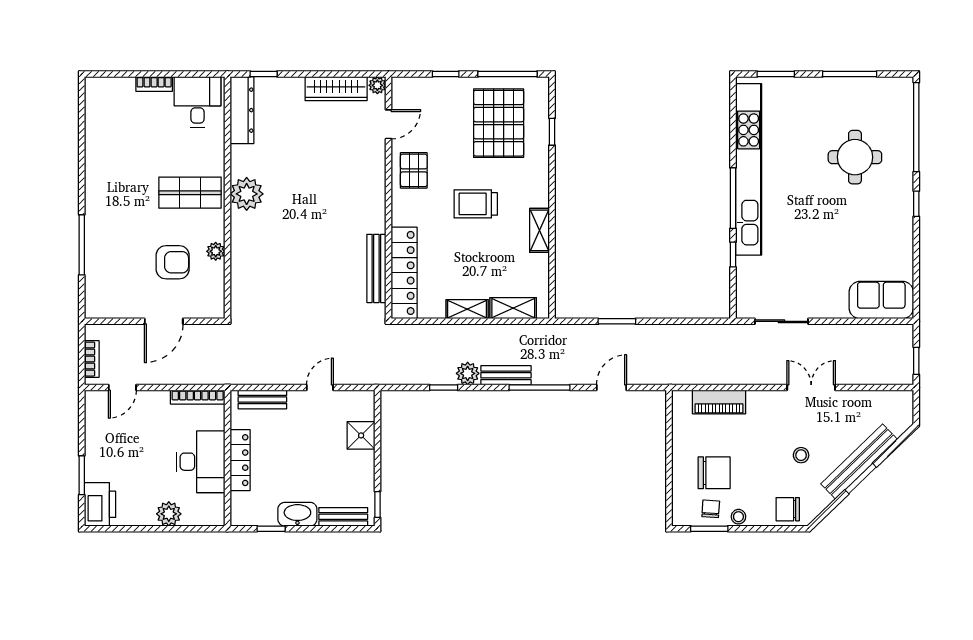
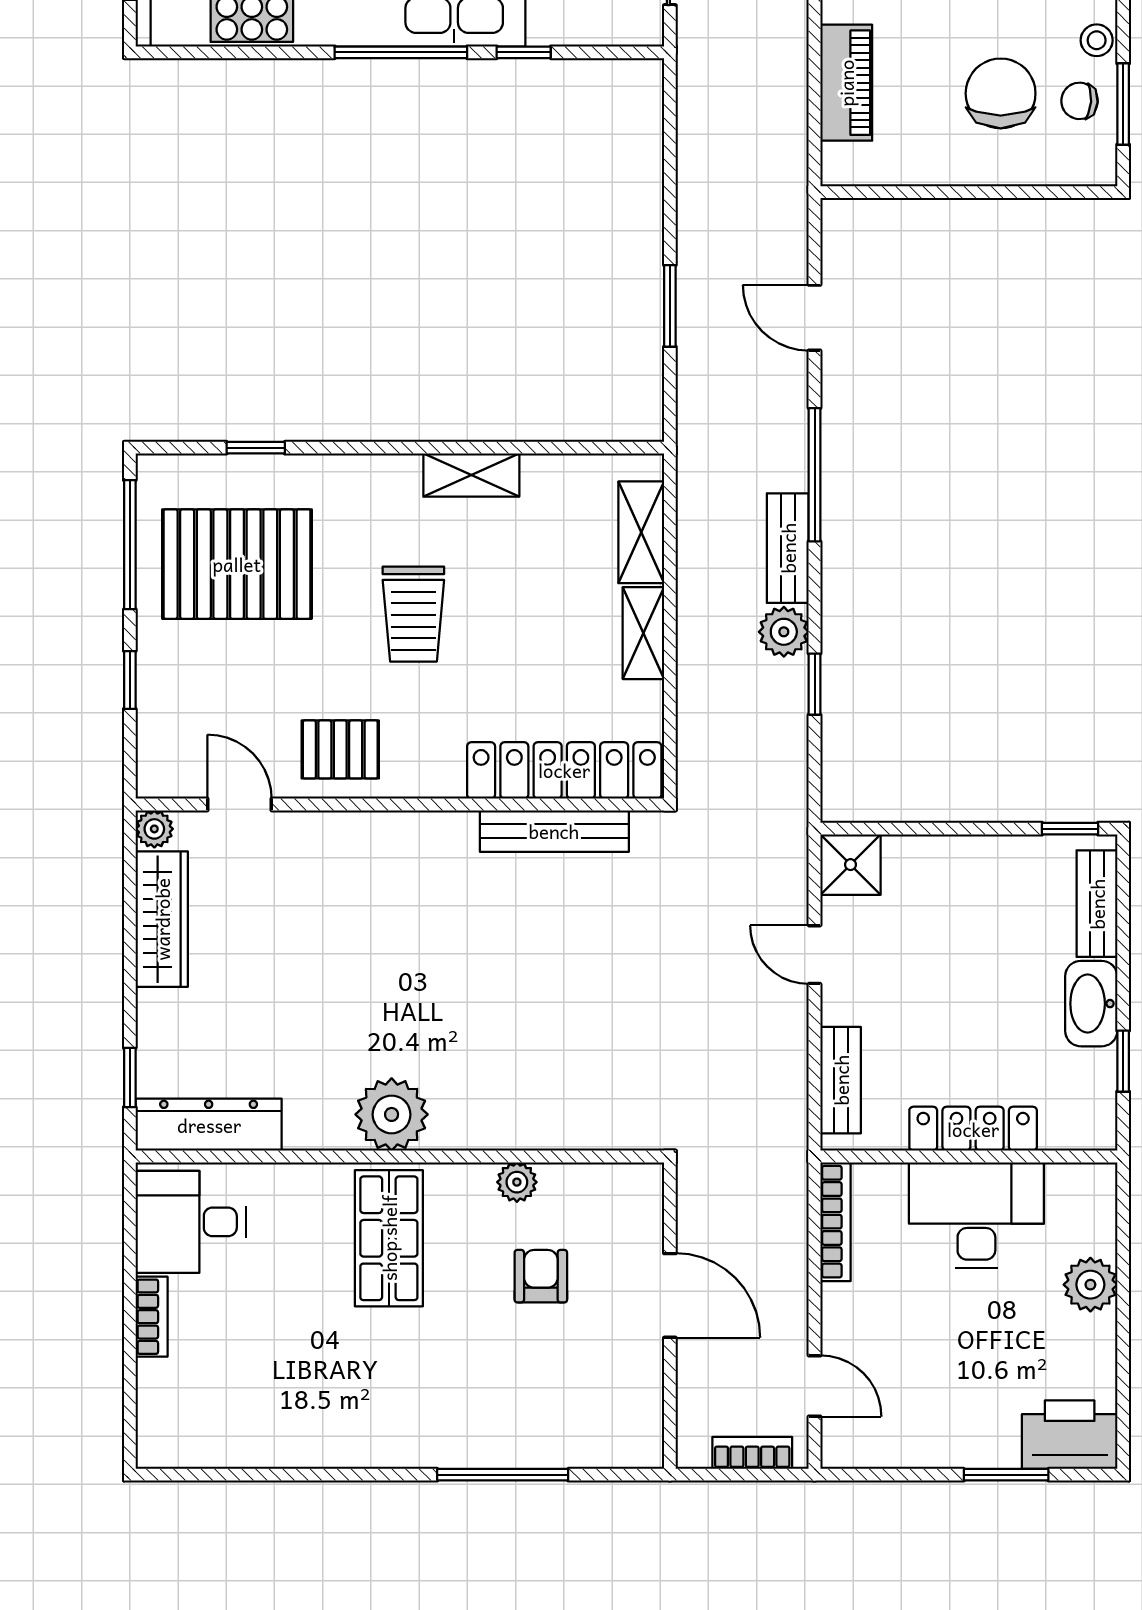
armchair: (173, 262) -> (541, 1276), width x0.72, depth x0.72
shower: (361, 435) -> (851, 865), moved

